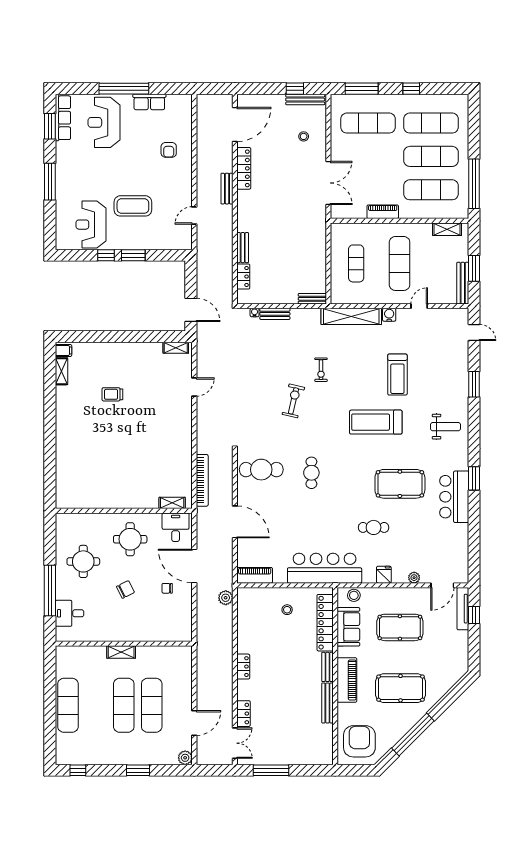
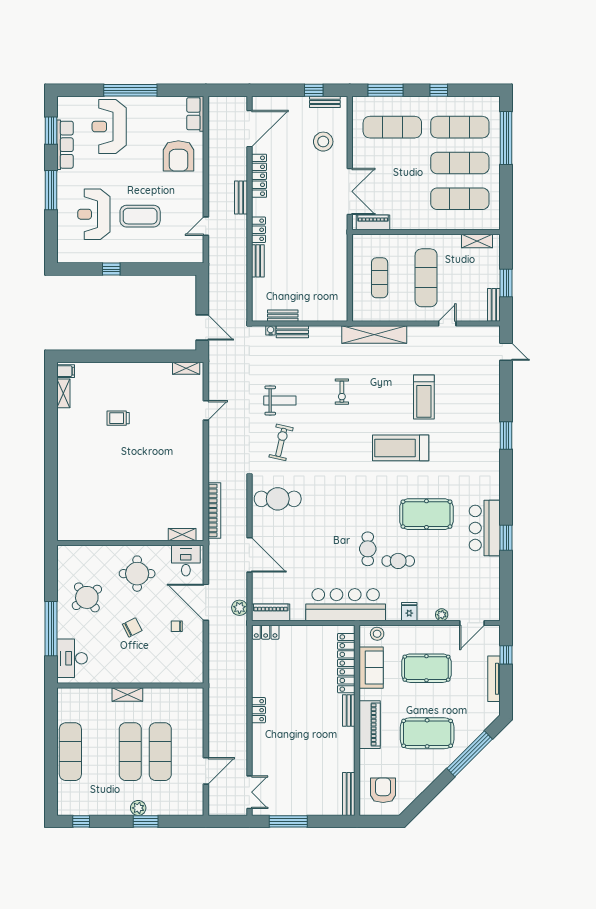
bench: (305, 99) -> (325, 102), width x0.73
row of seats: (149, 102) -> (195, 114), moved, turned 90
row of seats: (63, 118) -> (65, 145), moved
stool: (304, 136) -> (323, 142), width x1.89, depth x1.89
armchair: (169, 150) -> (178, 156), width x1.88, depth x1.88
window: (474, 184) -> (506, 138), moved
piano: (383, 212) -> (373, 222), moved
reception desk: (91, 225) -> (94, 214), moved
window: (133, 255) -> (140, 269), removed
locker: (243, 277) -> (259, 230), moved
bench: (463, 283) -> (494, 305), width x0.73
bench: (312, 299) -> (283, 316), moved
water cooler: (389, 315) -> (415, 333), removed
window: (474, 384) -> (506, 436), moved
exercise bike: (293, 401) -> (281, 442), moved
weight bench: (445, 427) -> (280, 400), moved
cafe table: (311, 473) -> (368, 549), moved
window: (474, 478) -> (506, 538), moved
round table: (83, 561) -> (87, 597), turned -38
plant: (226, 598) -> (239, 608), moved
tv unit: (463, 609) -> (494, 679), moved
stool: (287, 610) -> (305, 649), removed
desk: (69, 613) -> (72, 658), width x1.37
bench: (327, 703) -> (349, 794), moved
locker: (244, 714) -> (266, 632), moved, turned 90
window: (413, 734) -> (470, 754), moved
armchair: (359, 741) -> (383, 790), width x0.73, depth x0.73
plant: (185, 758) -> (138, 808), moved

